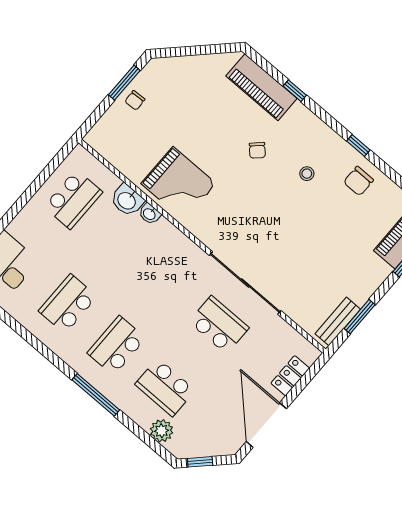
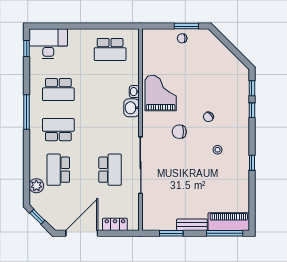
window: (268, 68) -> (252, 88), added
piano: (261, 87) -> (240, 93), removed
chair: (358, 181) -> (179, 132), moved
grand piano: (179, 183) -> (161, 93), turned 180
washbasin: (127, 200) -> (132, 108), moved
school desk: (68, 304) -> (58, 90), turned 180
bench: (338, 321) -> (192, 225), moved
window: (96, 395) -> (27, 112), moved

